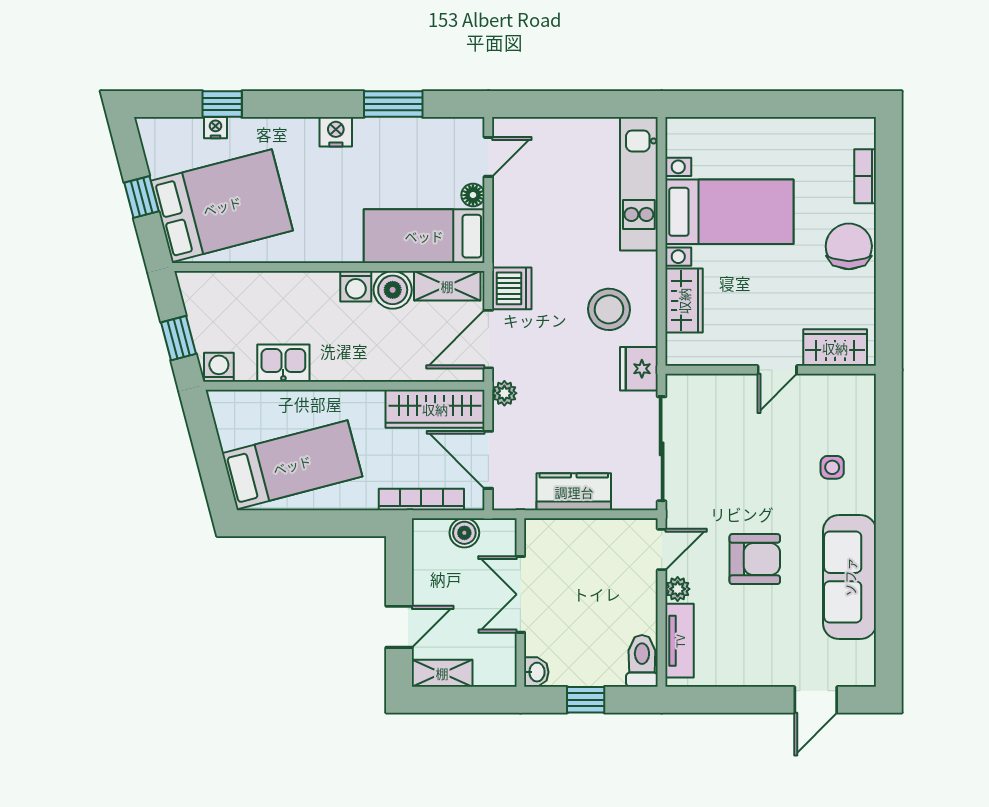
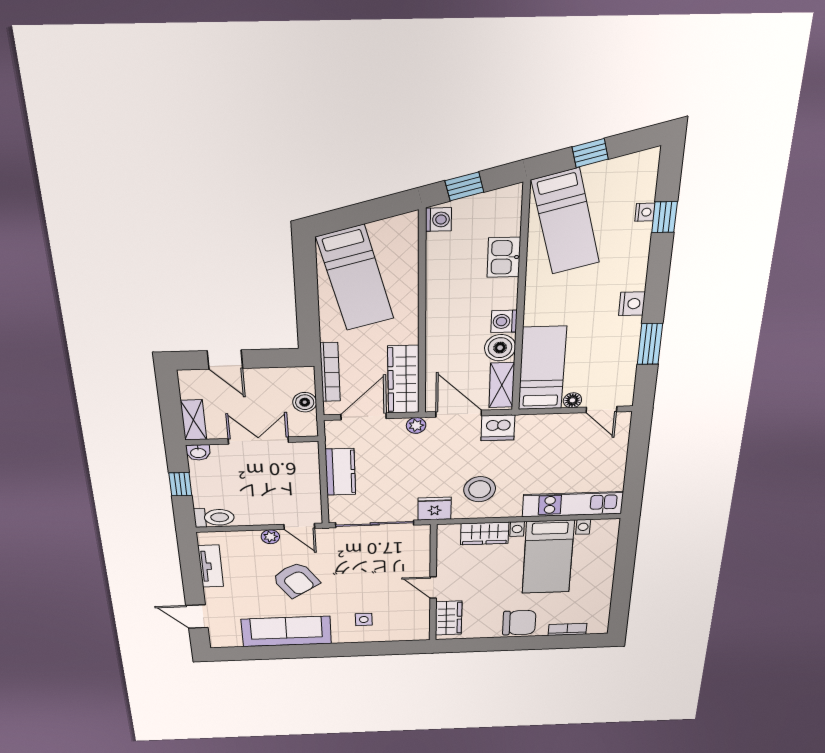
bed: (222, 206) -> (566, 222), width x0.67
kitchen sink: (283, 363) -> (504, 257), moved, turned 180
armchair: (755, 559) -> (296, 580), turned -34
tv unit: (680, 641) -> (211, 566), moved, turned -90
shelving: (442, 673) -> (193, 420), moved

